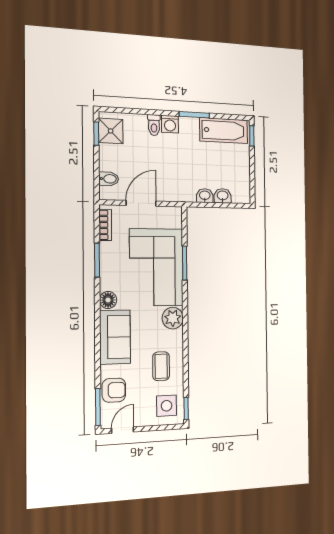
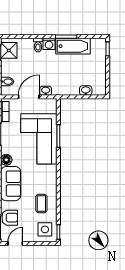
bathtub: (224, 131) -> (73, 46), moved
washbasin: (205, 196) -> (46, 91), moved
plant: (173, 318) -> (50, 172), removed

